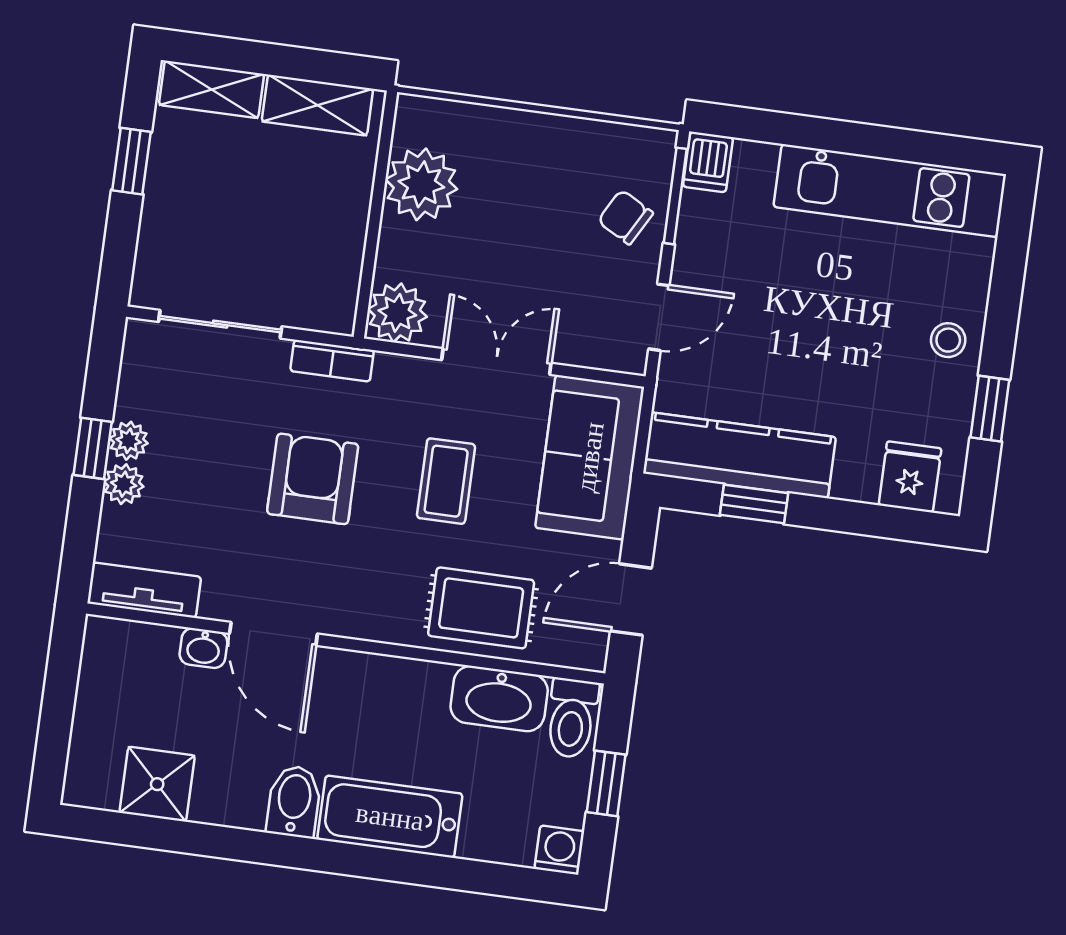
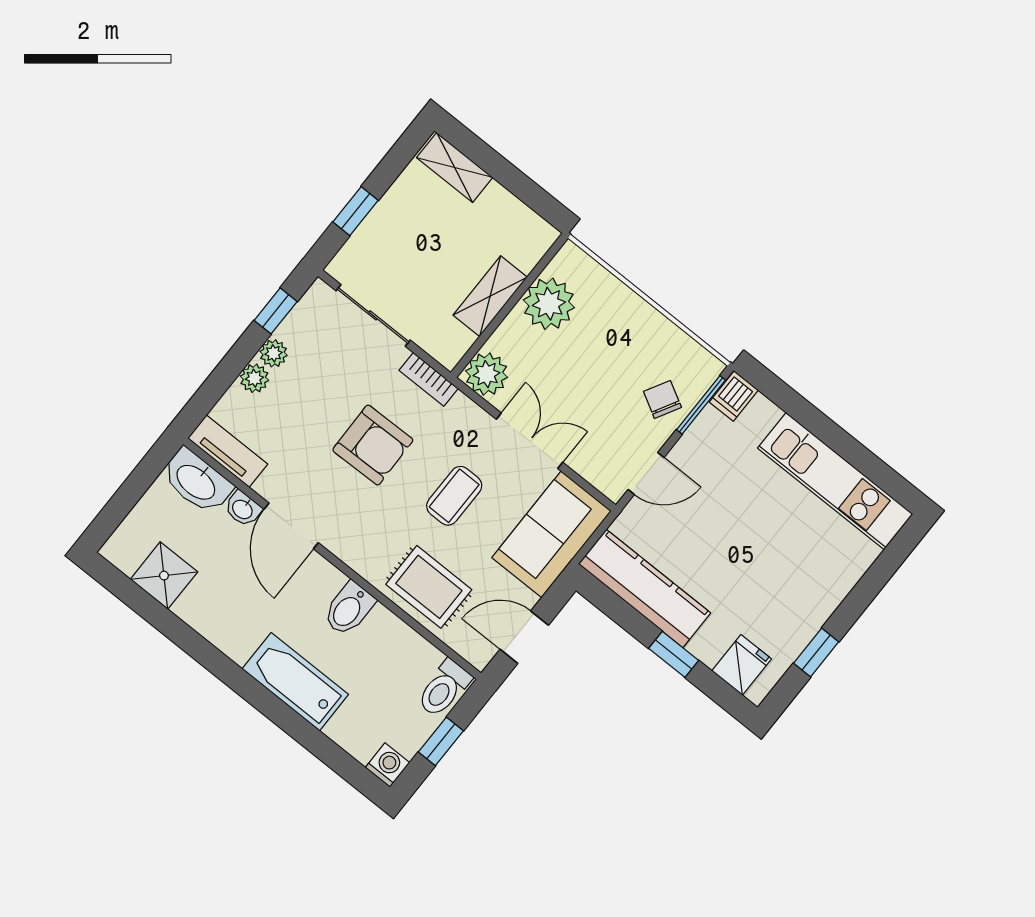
shelving: (317, 105) -> (490, 296), moved, turned 90
window: (132, 161) -> (356, 211), moved
stool: (948, 340) -> (816, 595), removed
window: (93, 448) -> (276, 311), moved
armchair: (313, 479) -> (373, 445), turned 89
window: (754, 504) -> (674, 654), moved
washbasin: (499, 699) -> (197, 481), moved
bidet: (294, 801) -> (349, 609), moved, turned 180

